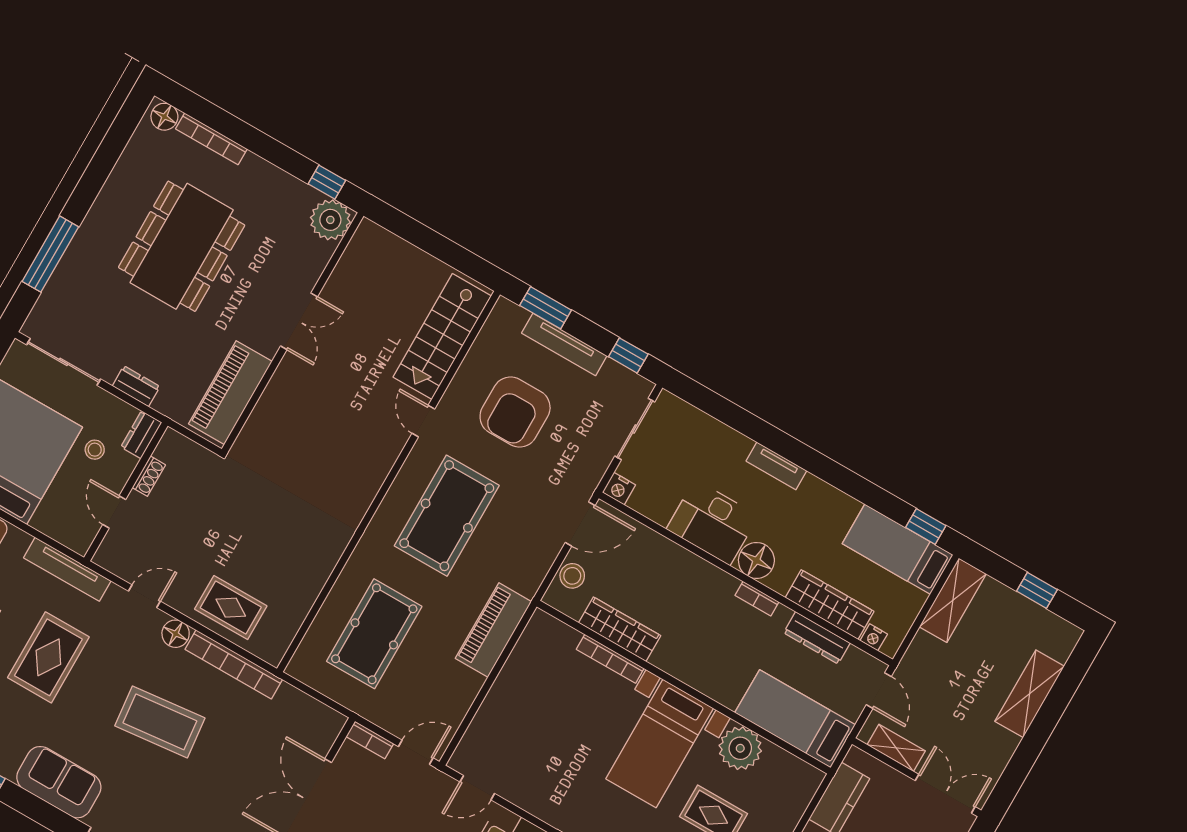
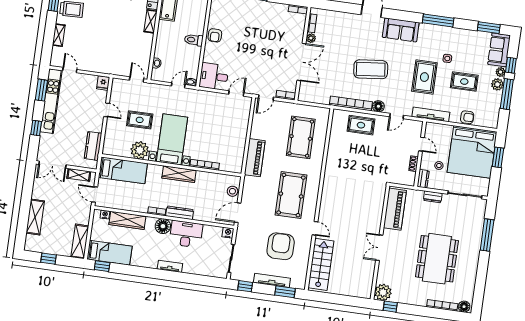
wardrobe: (620, 629) -> (179, 174), moved
dresser: (817, 638) -> (180, 213), moved

